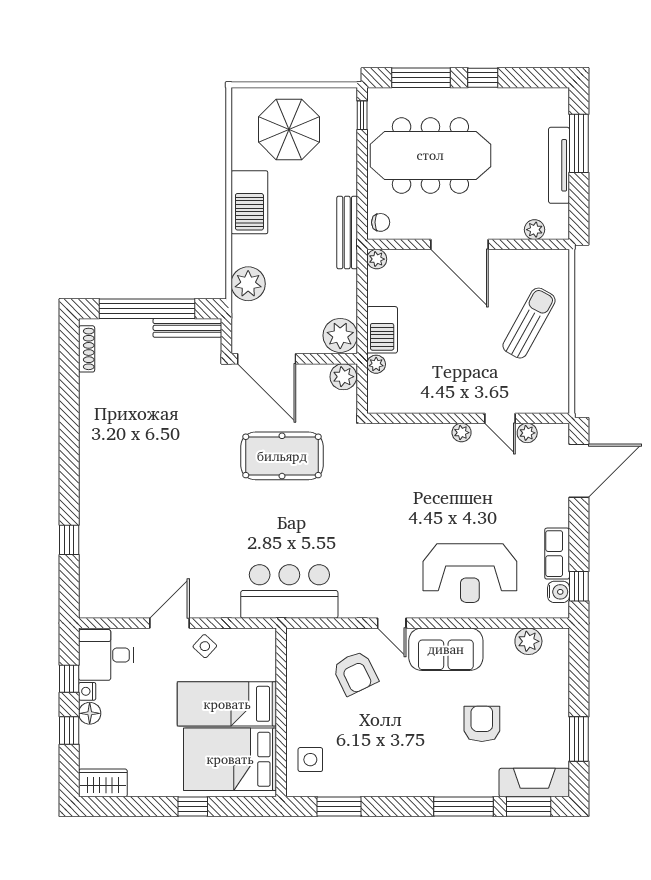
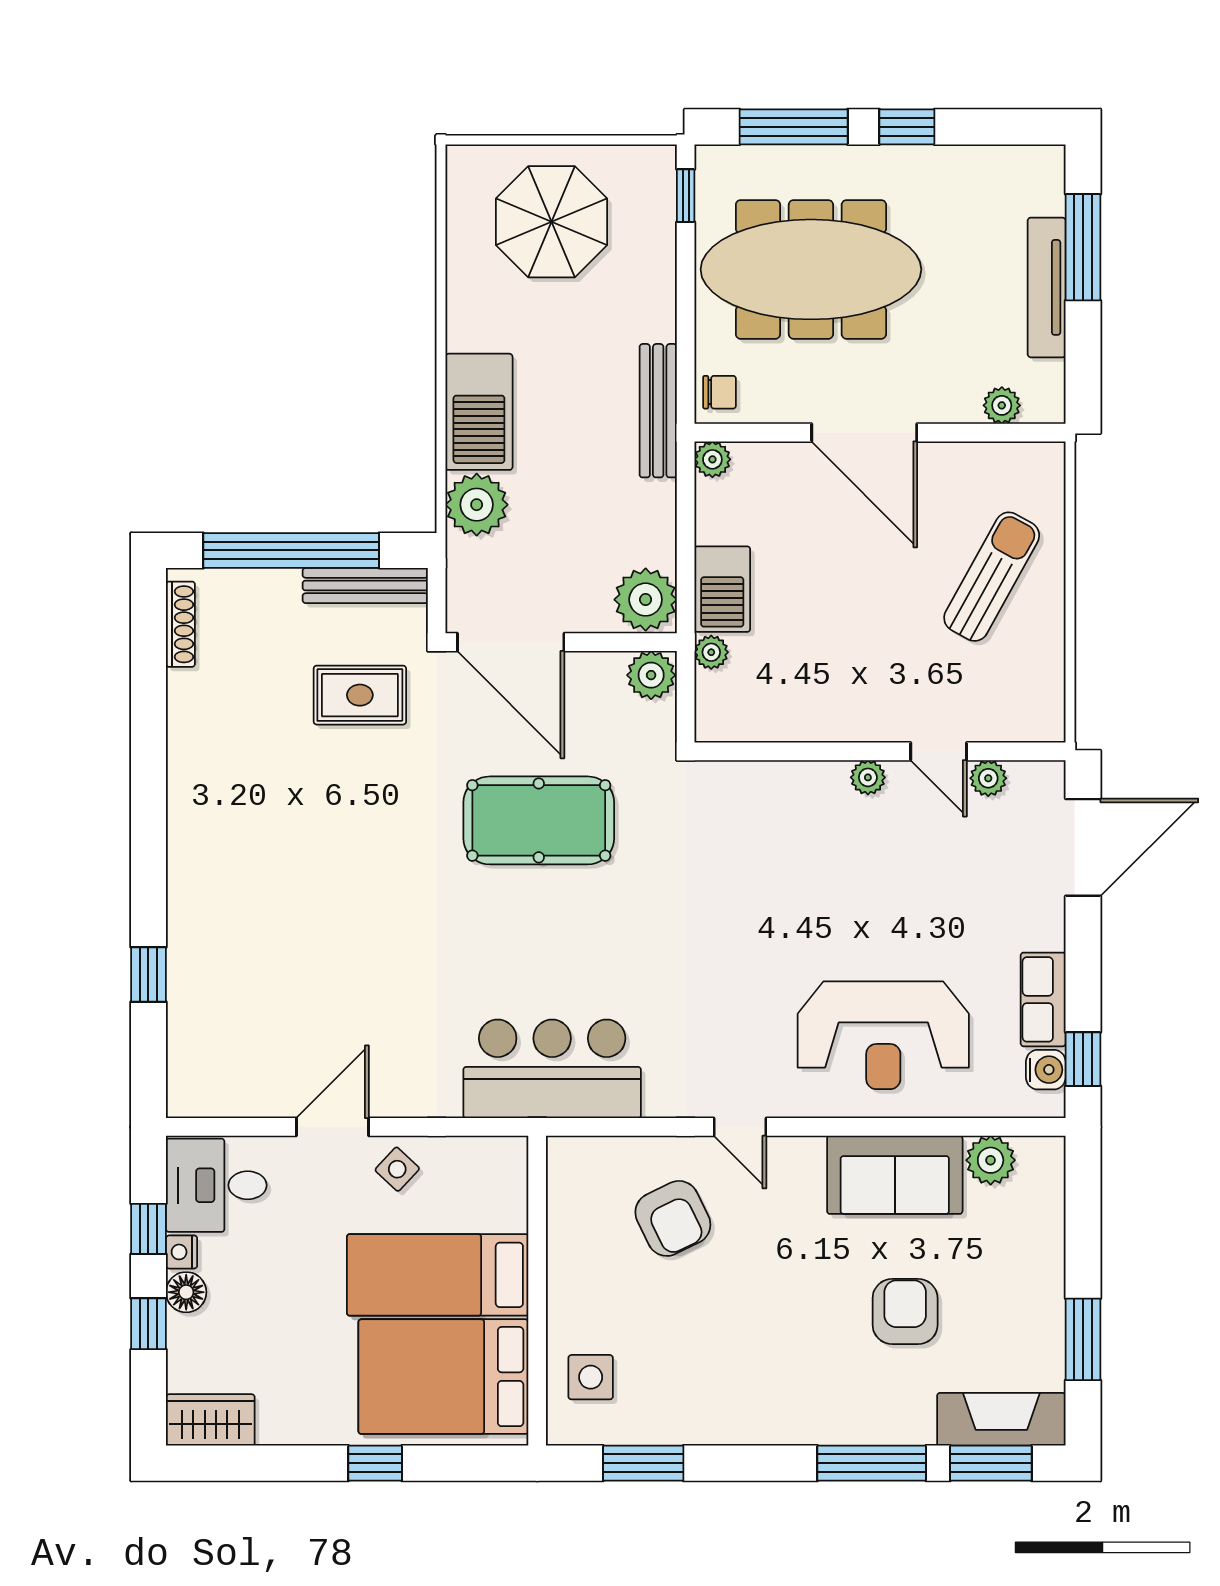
barbecue: (249, 202) -> (479, 412), moved
rug: (184, 388) -> (360, 695), added
sofa: (446, 649) -> (895, 1175), moved

